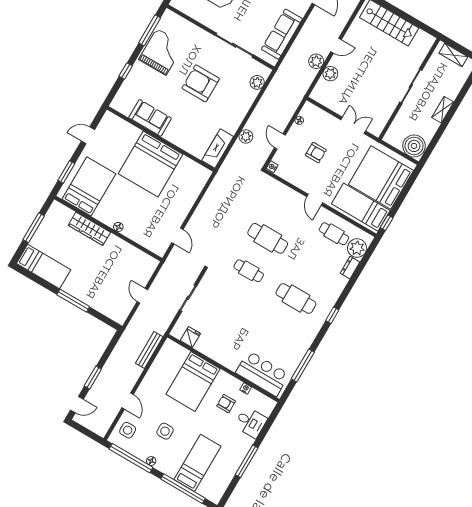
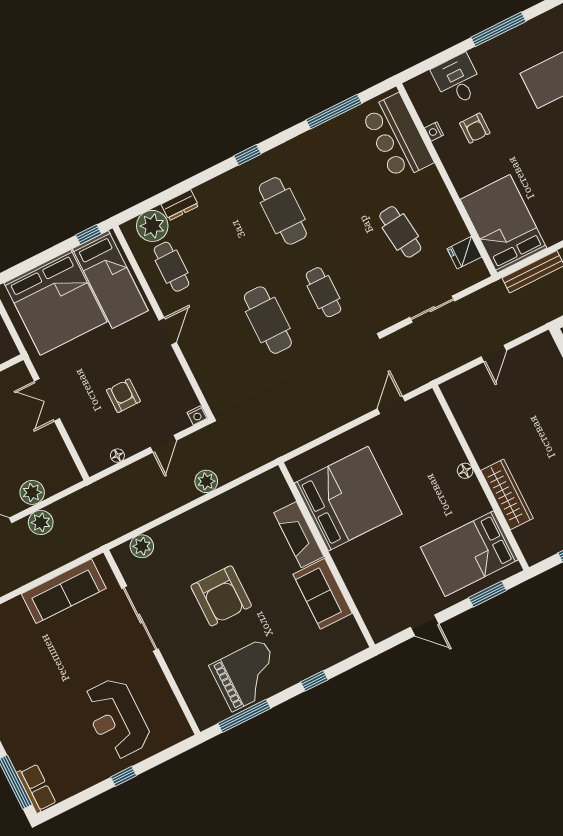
grand piano: (161, 52) -> (247, 675), turned 180
fireplace: (218, 148) -> (299, 535), moved, turned 90
bed: (151, 164) -> (348, 499), moved
cafe table: (230, 327) -> (400, 232), added
bed: (193, 381) -> (503, 224), moved, turned -90

